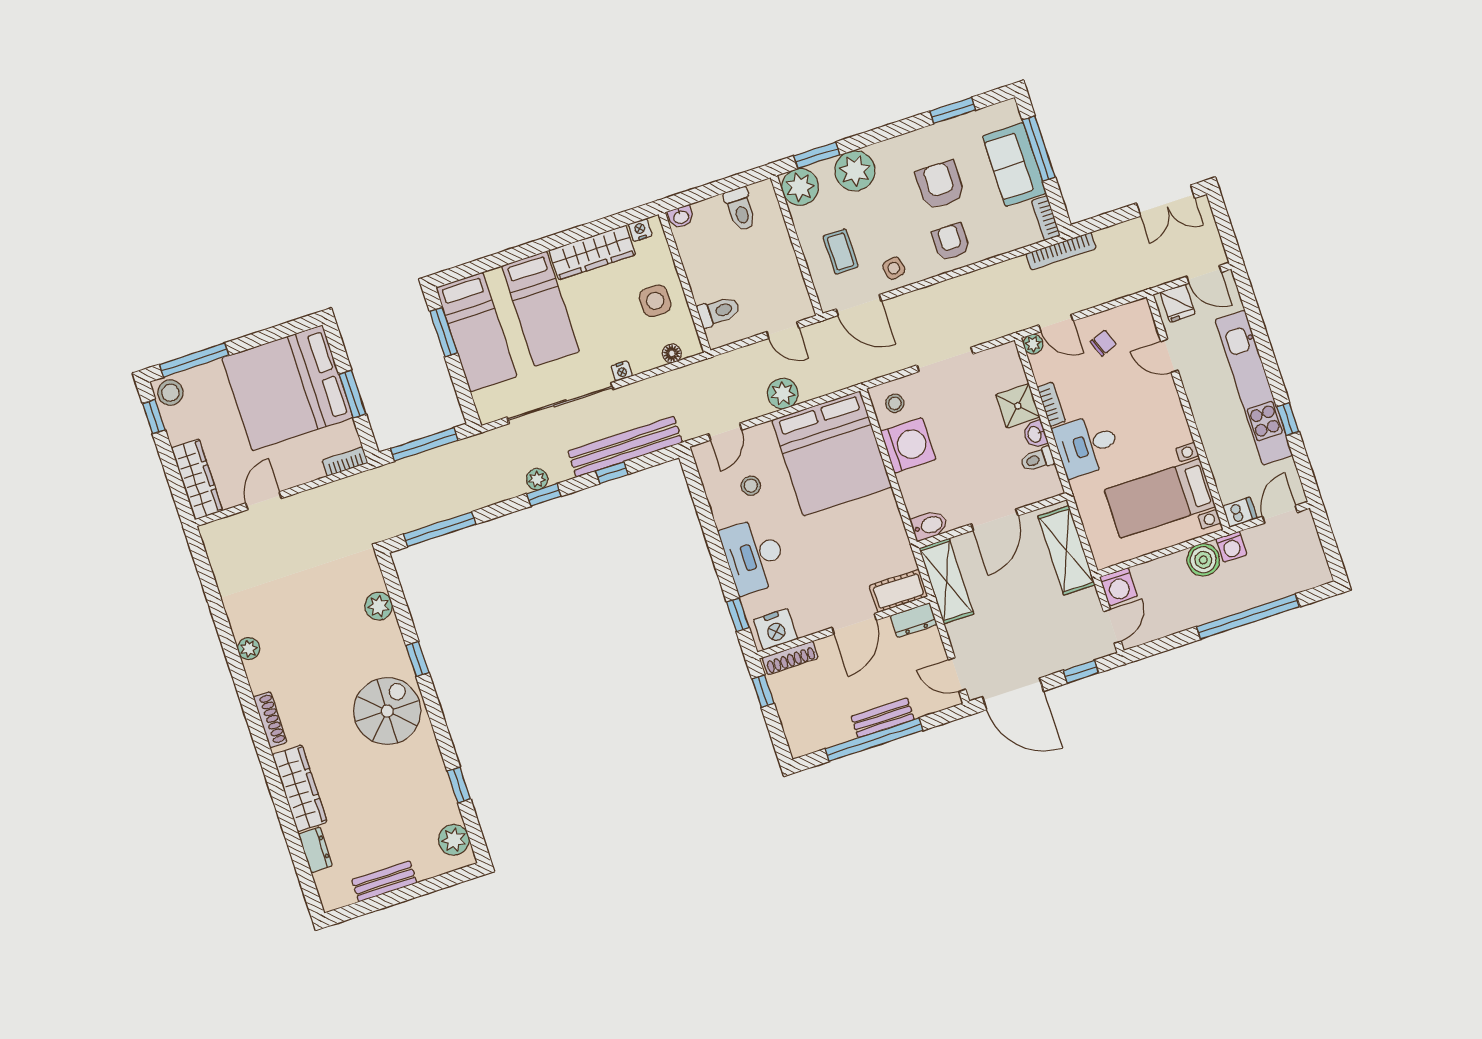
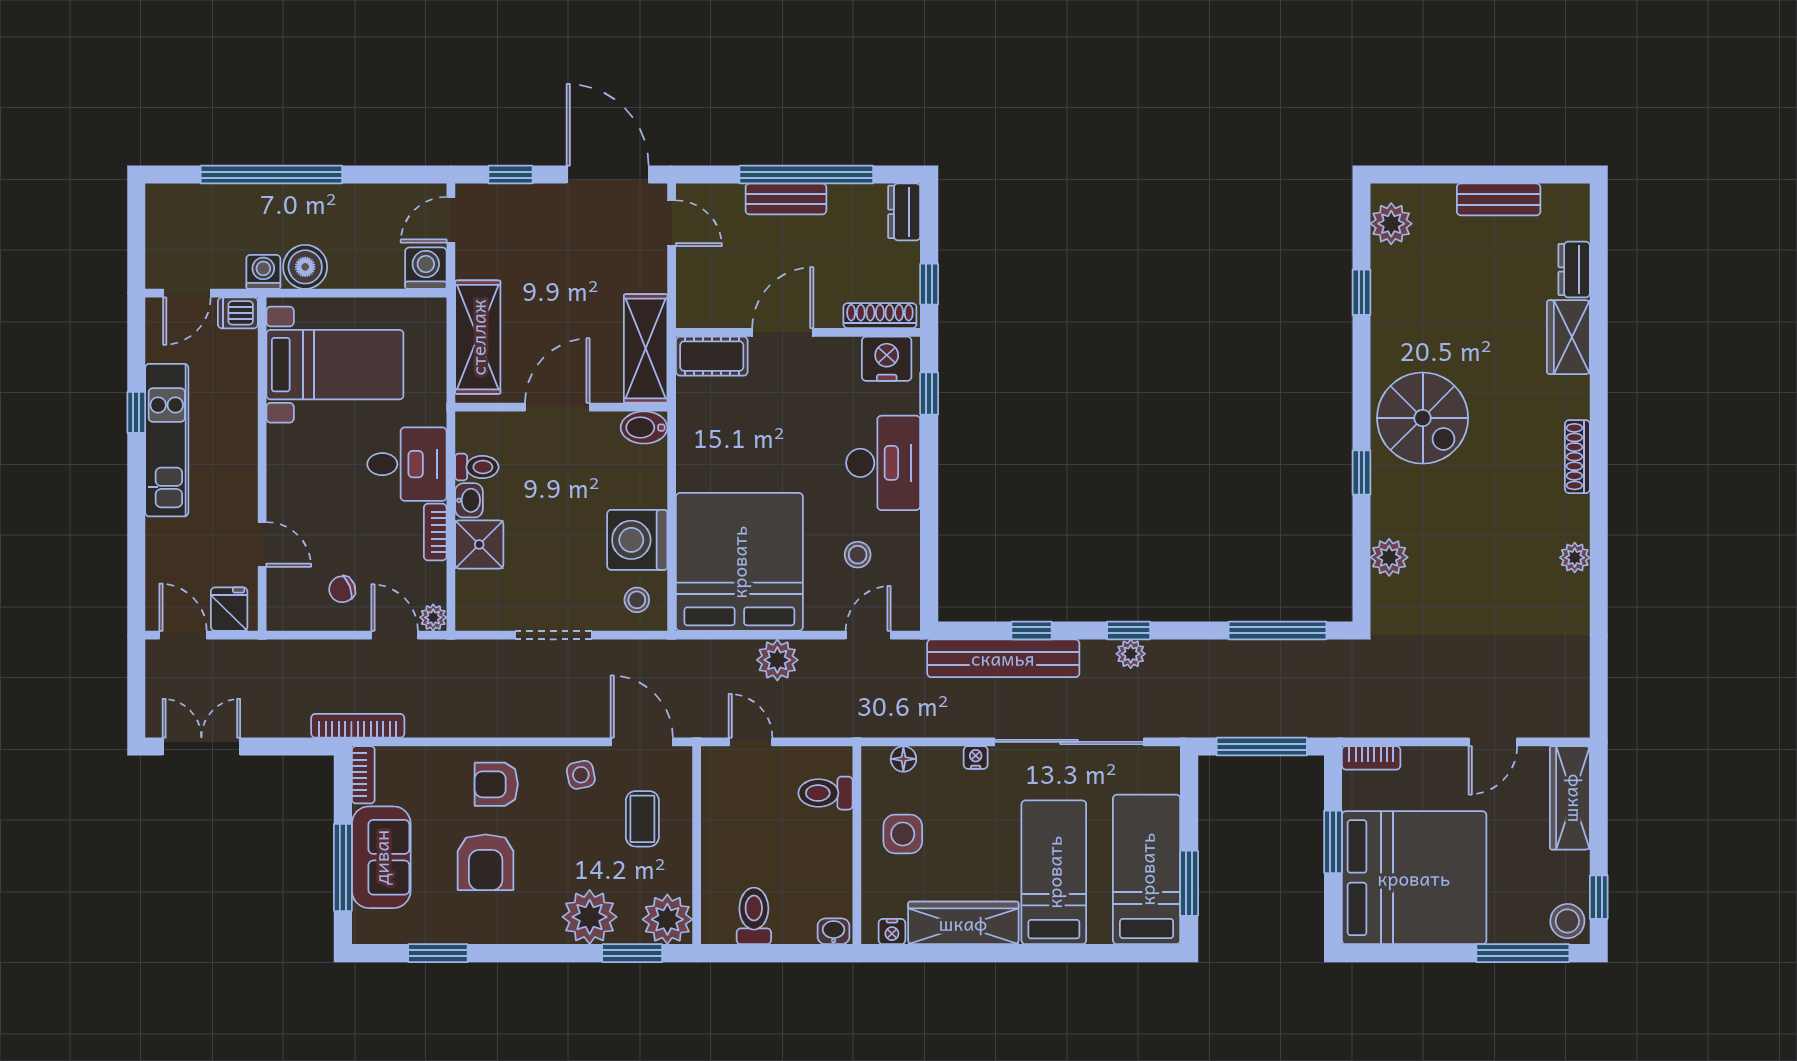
armchair: (951, 242) -> (496, 784), turned 90
kitchen unit: (1254, 388) -> (167, 440), width x0.73
dresser: (914, 620) -> (904, 212), moved, turned -90
spiral stairs: (387, 711) -> (1423, 418), turned -90
wardrobe: (300, 788) -> (1568, 337), width x0.67

